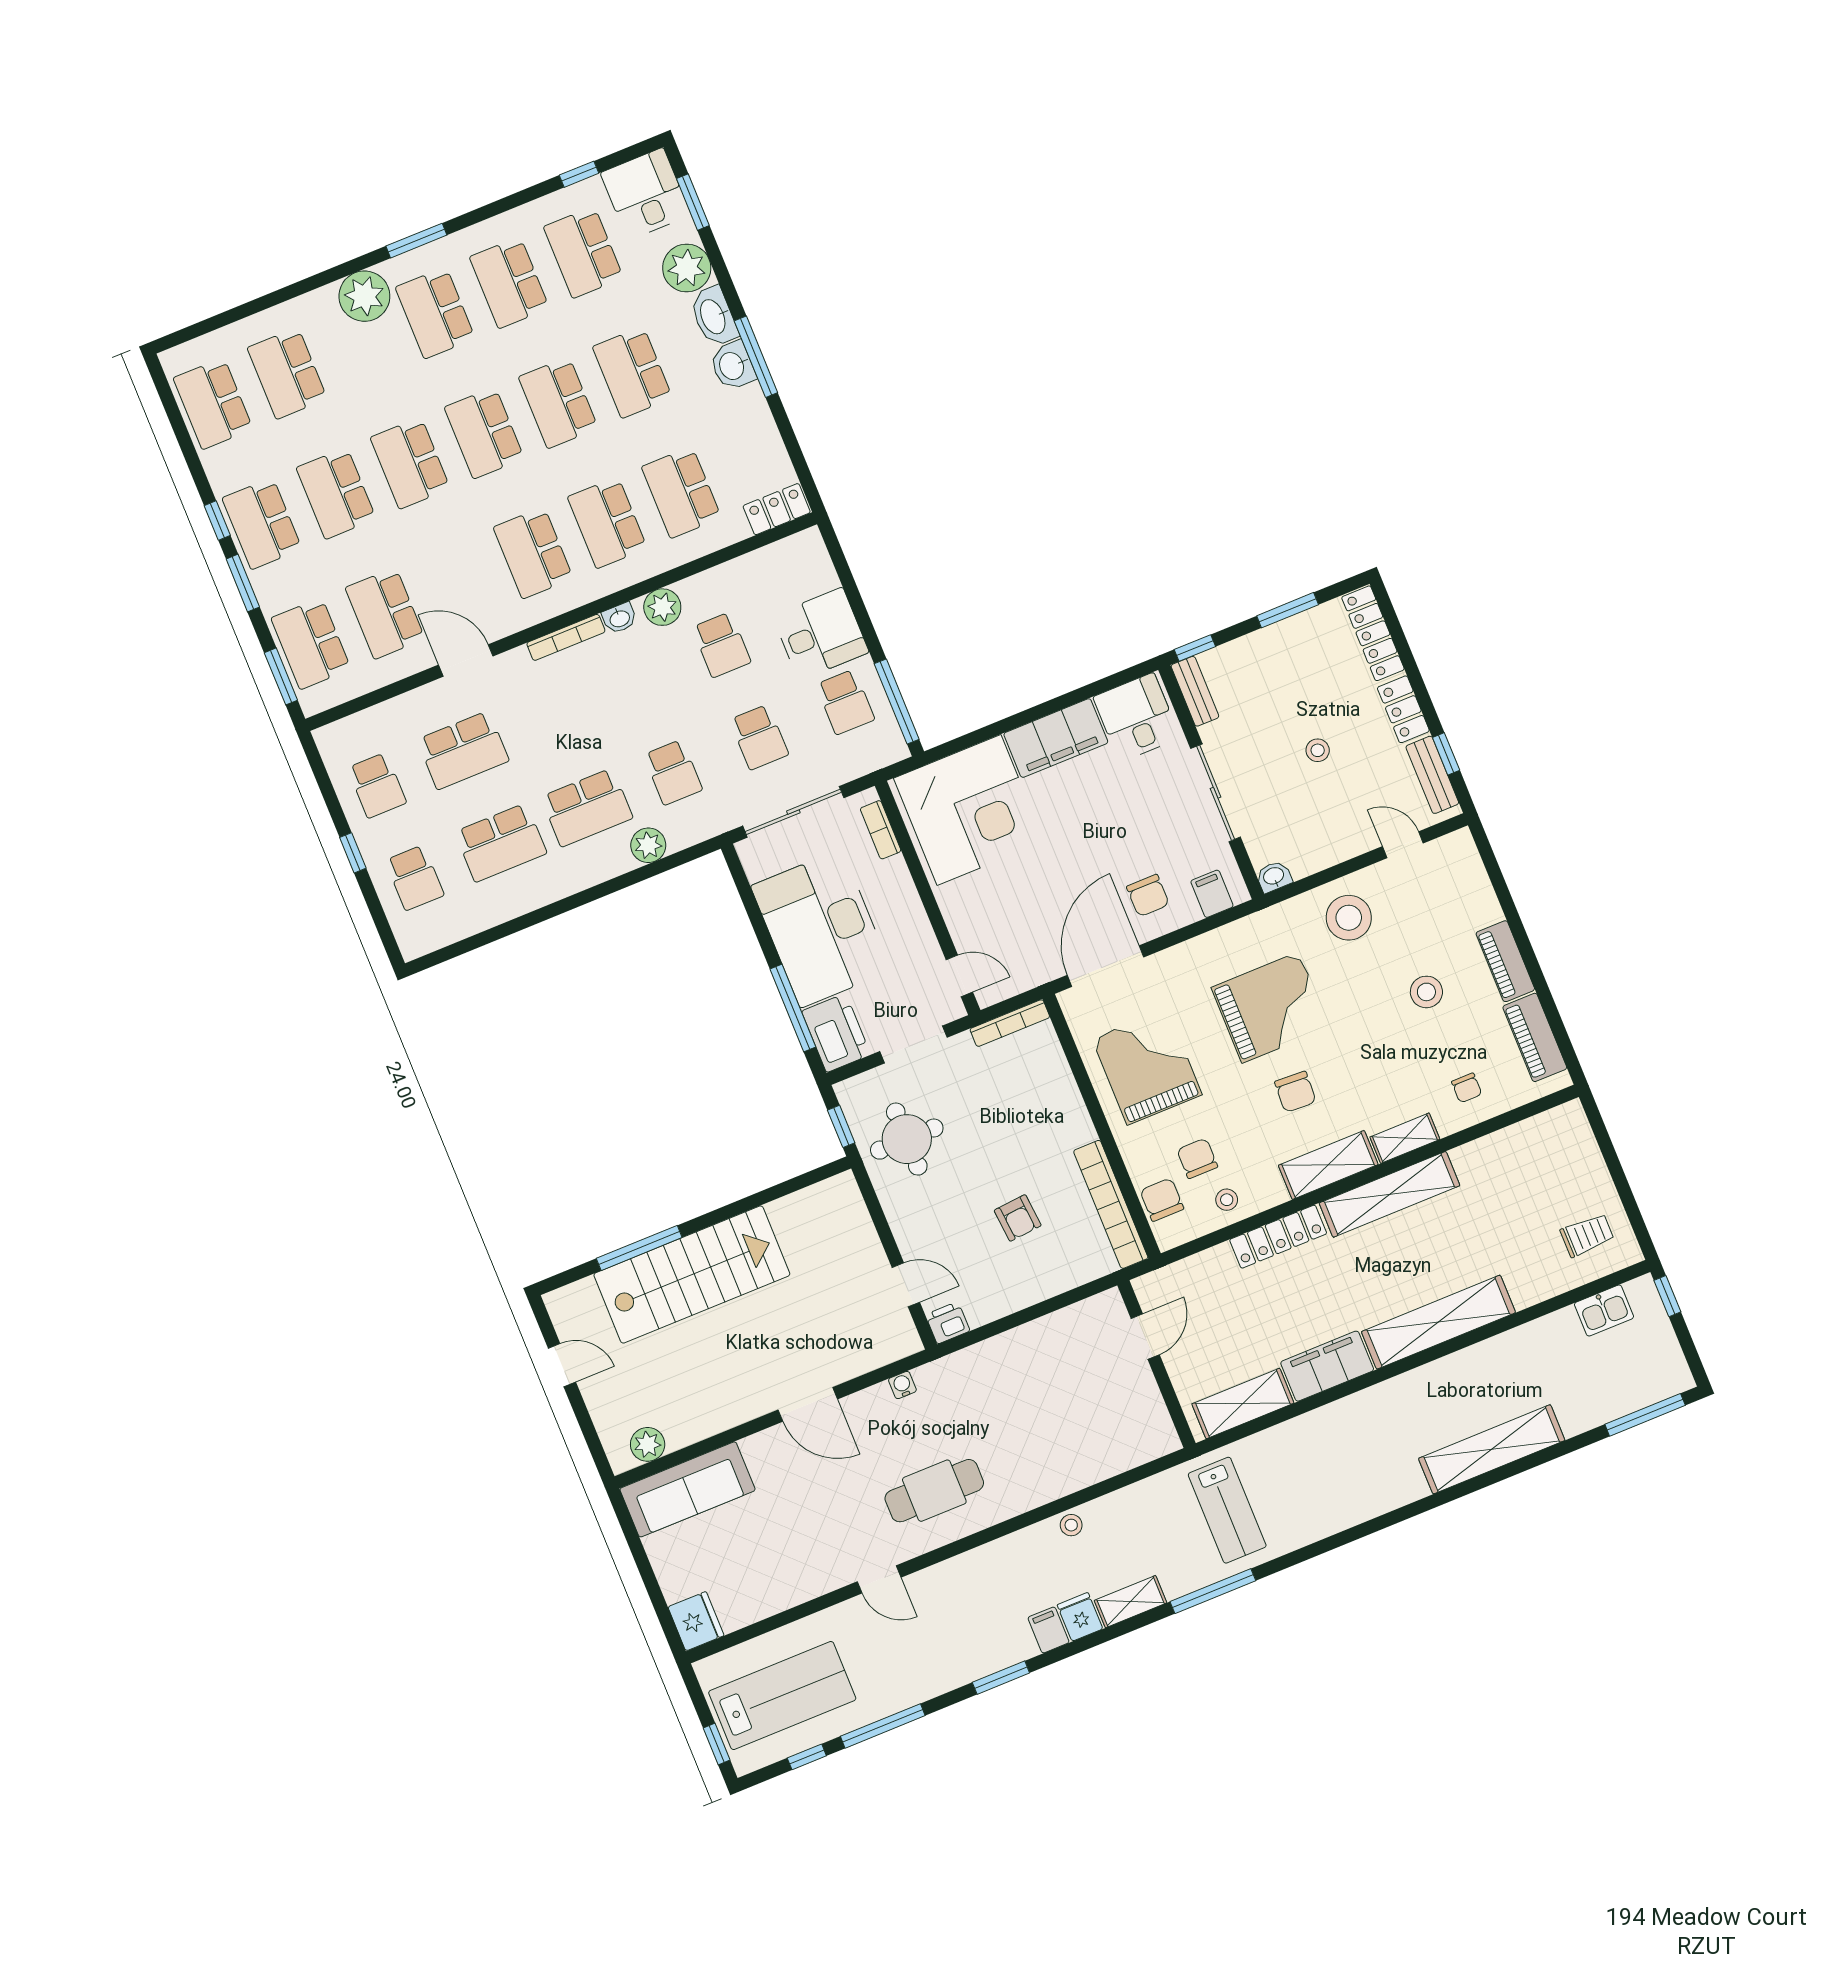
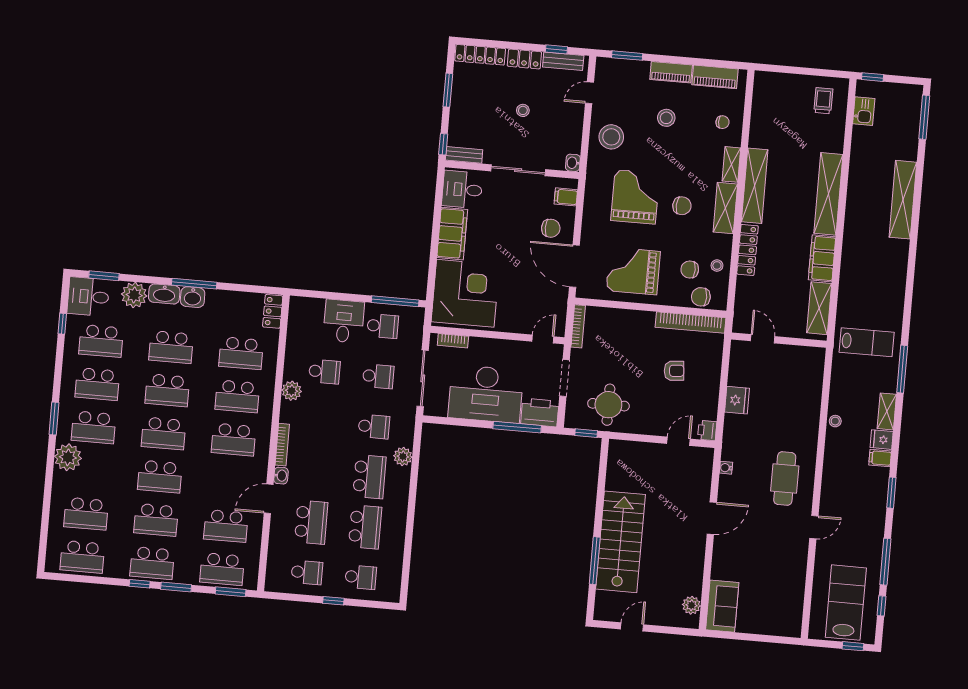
washbasin: (619, 618) -> (281, 476), moved
window: (1496, 875) -> (627, 56), added
sofa: (688, 1489) -> (722, 606), width x0.73
fridge: (696, 1621) -> (737, 400), moved, turned 90

